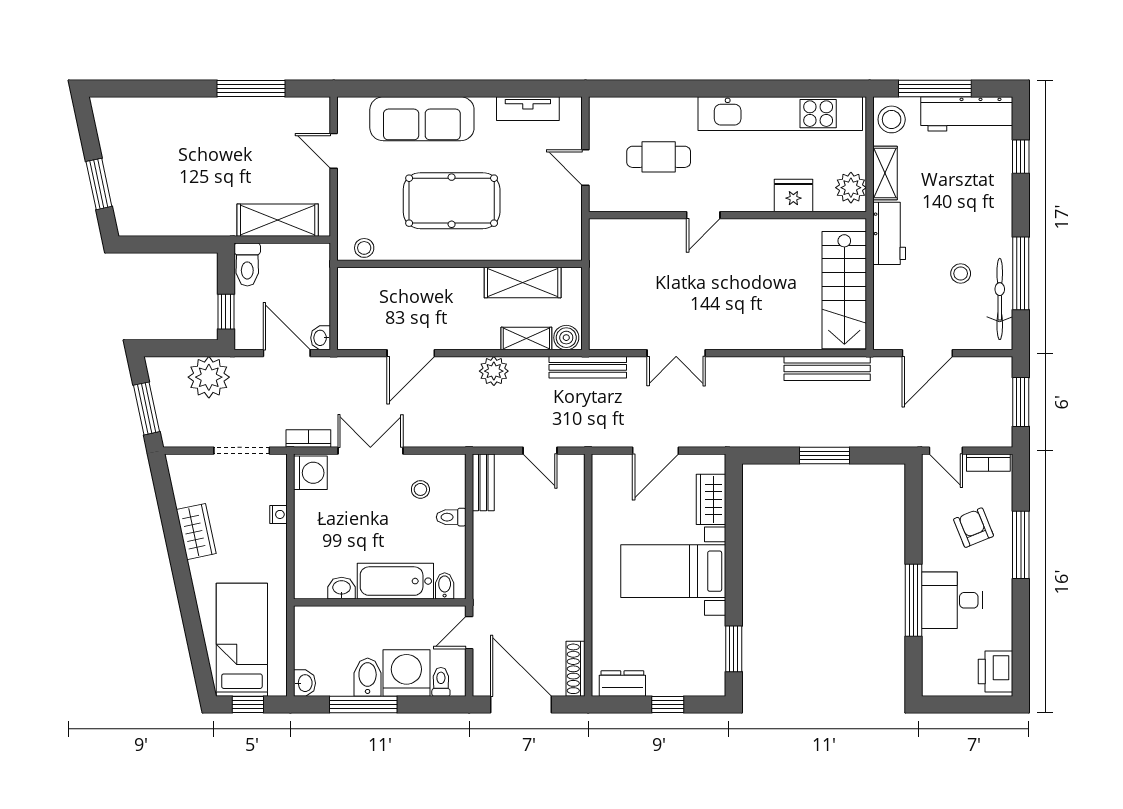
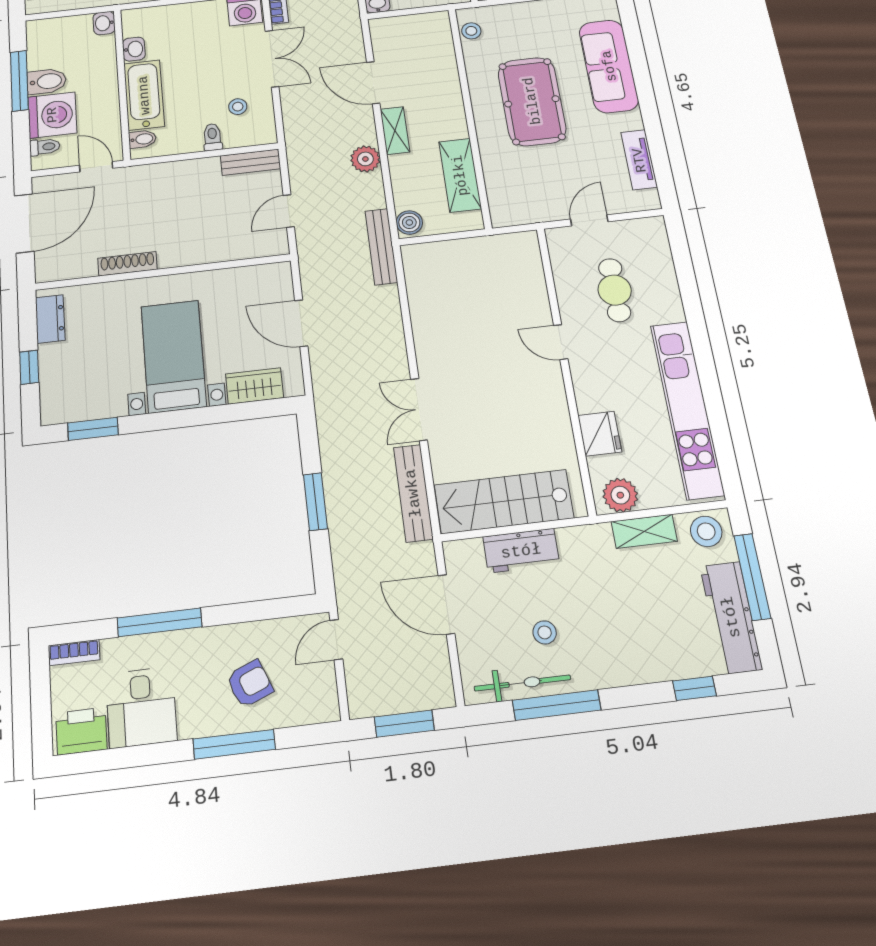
workbench: (889, 233) -> (521, 551), moved
shelving: (526, 339) -> (395, 131), moved
double door: (676, 353) -> (419, 409), moved
bookcase: (988, 463) -> (74, 653), moved, turned -90
desk: (952, 600) -> (141, 707), moved, turned 180
shoe rack: (576, 669) -> (127, 264), moved
washbasin: (304, 683) -> (104, 23), moved, turned 90

